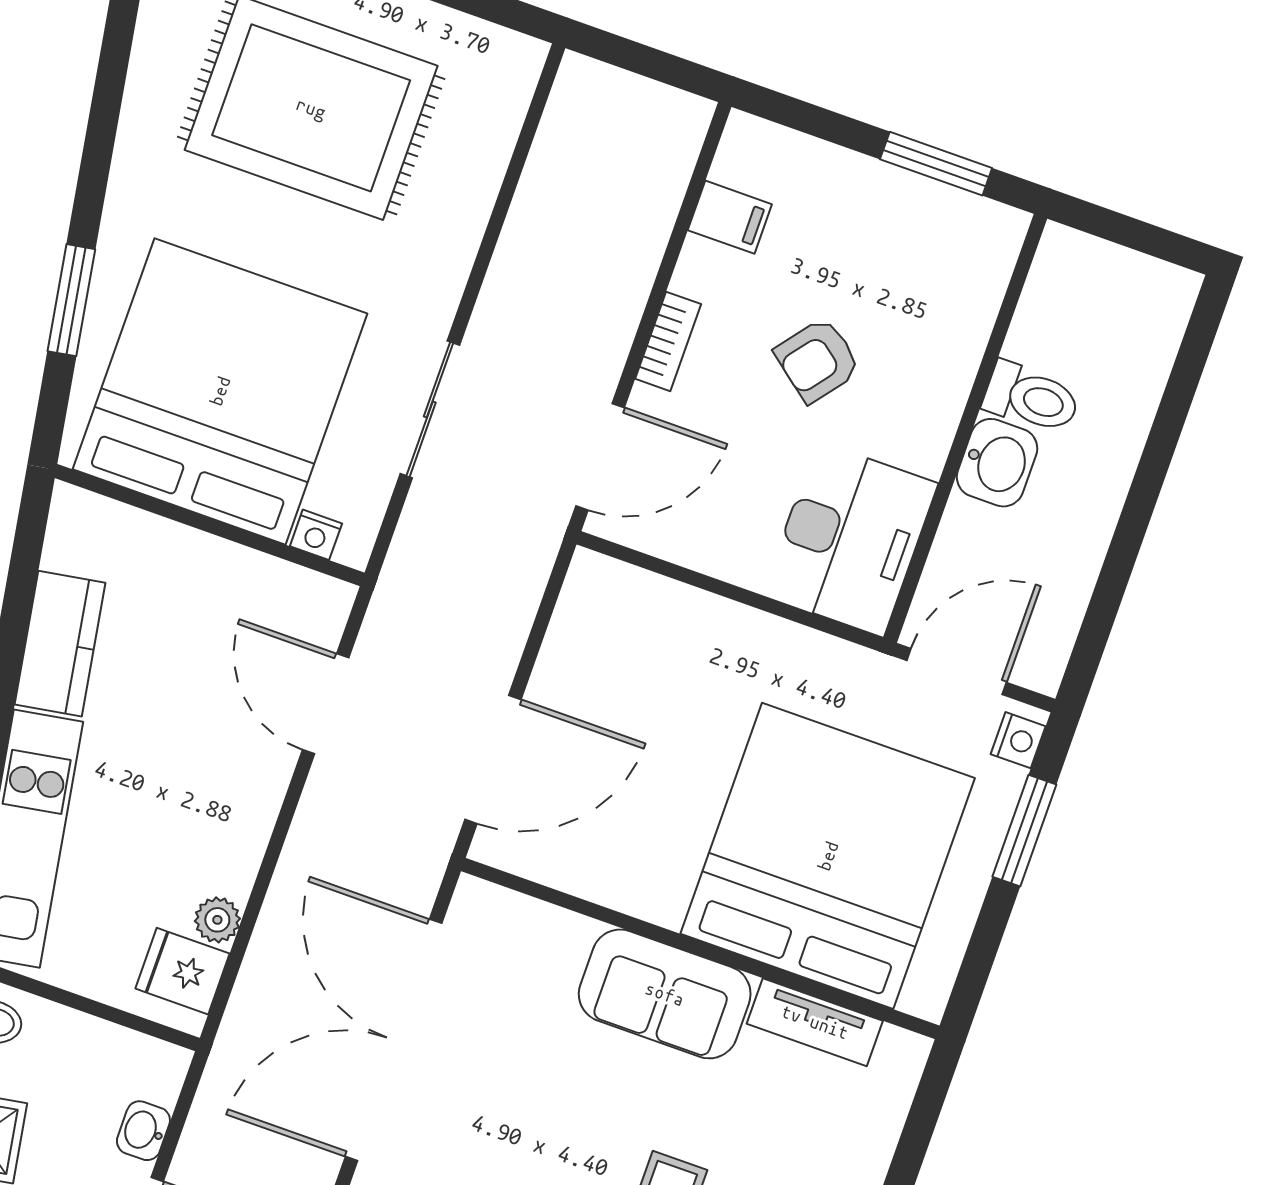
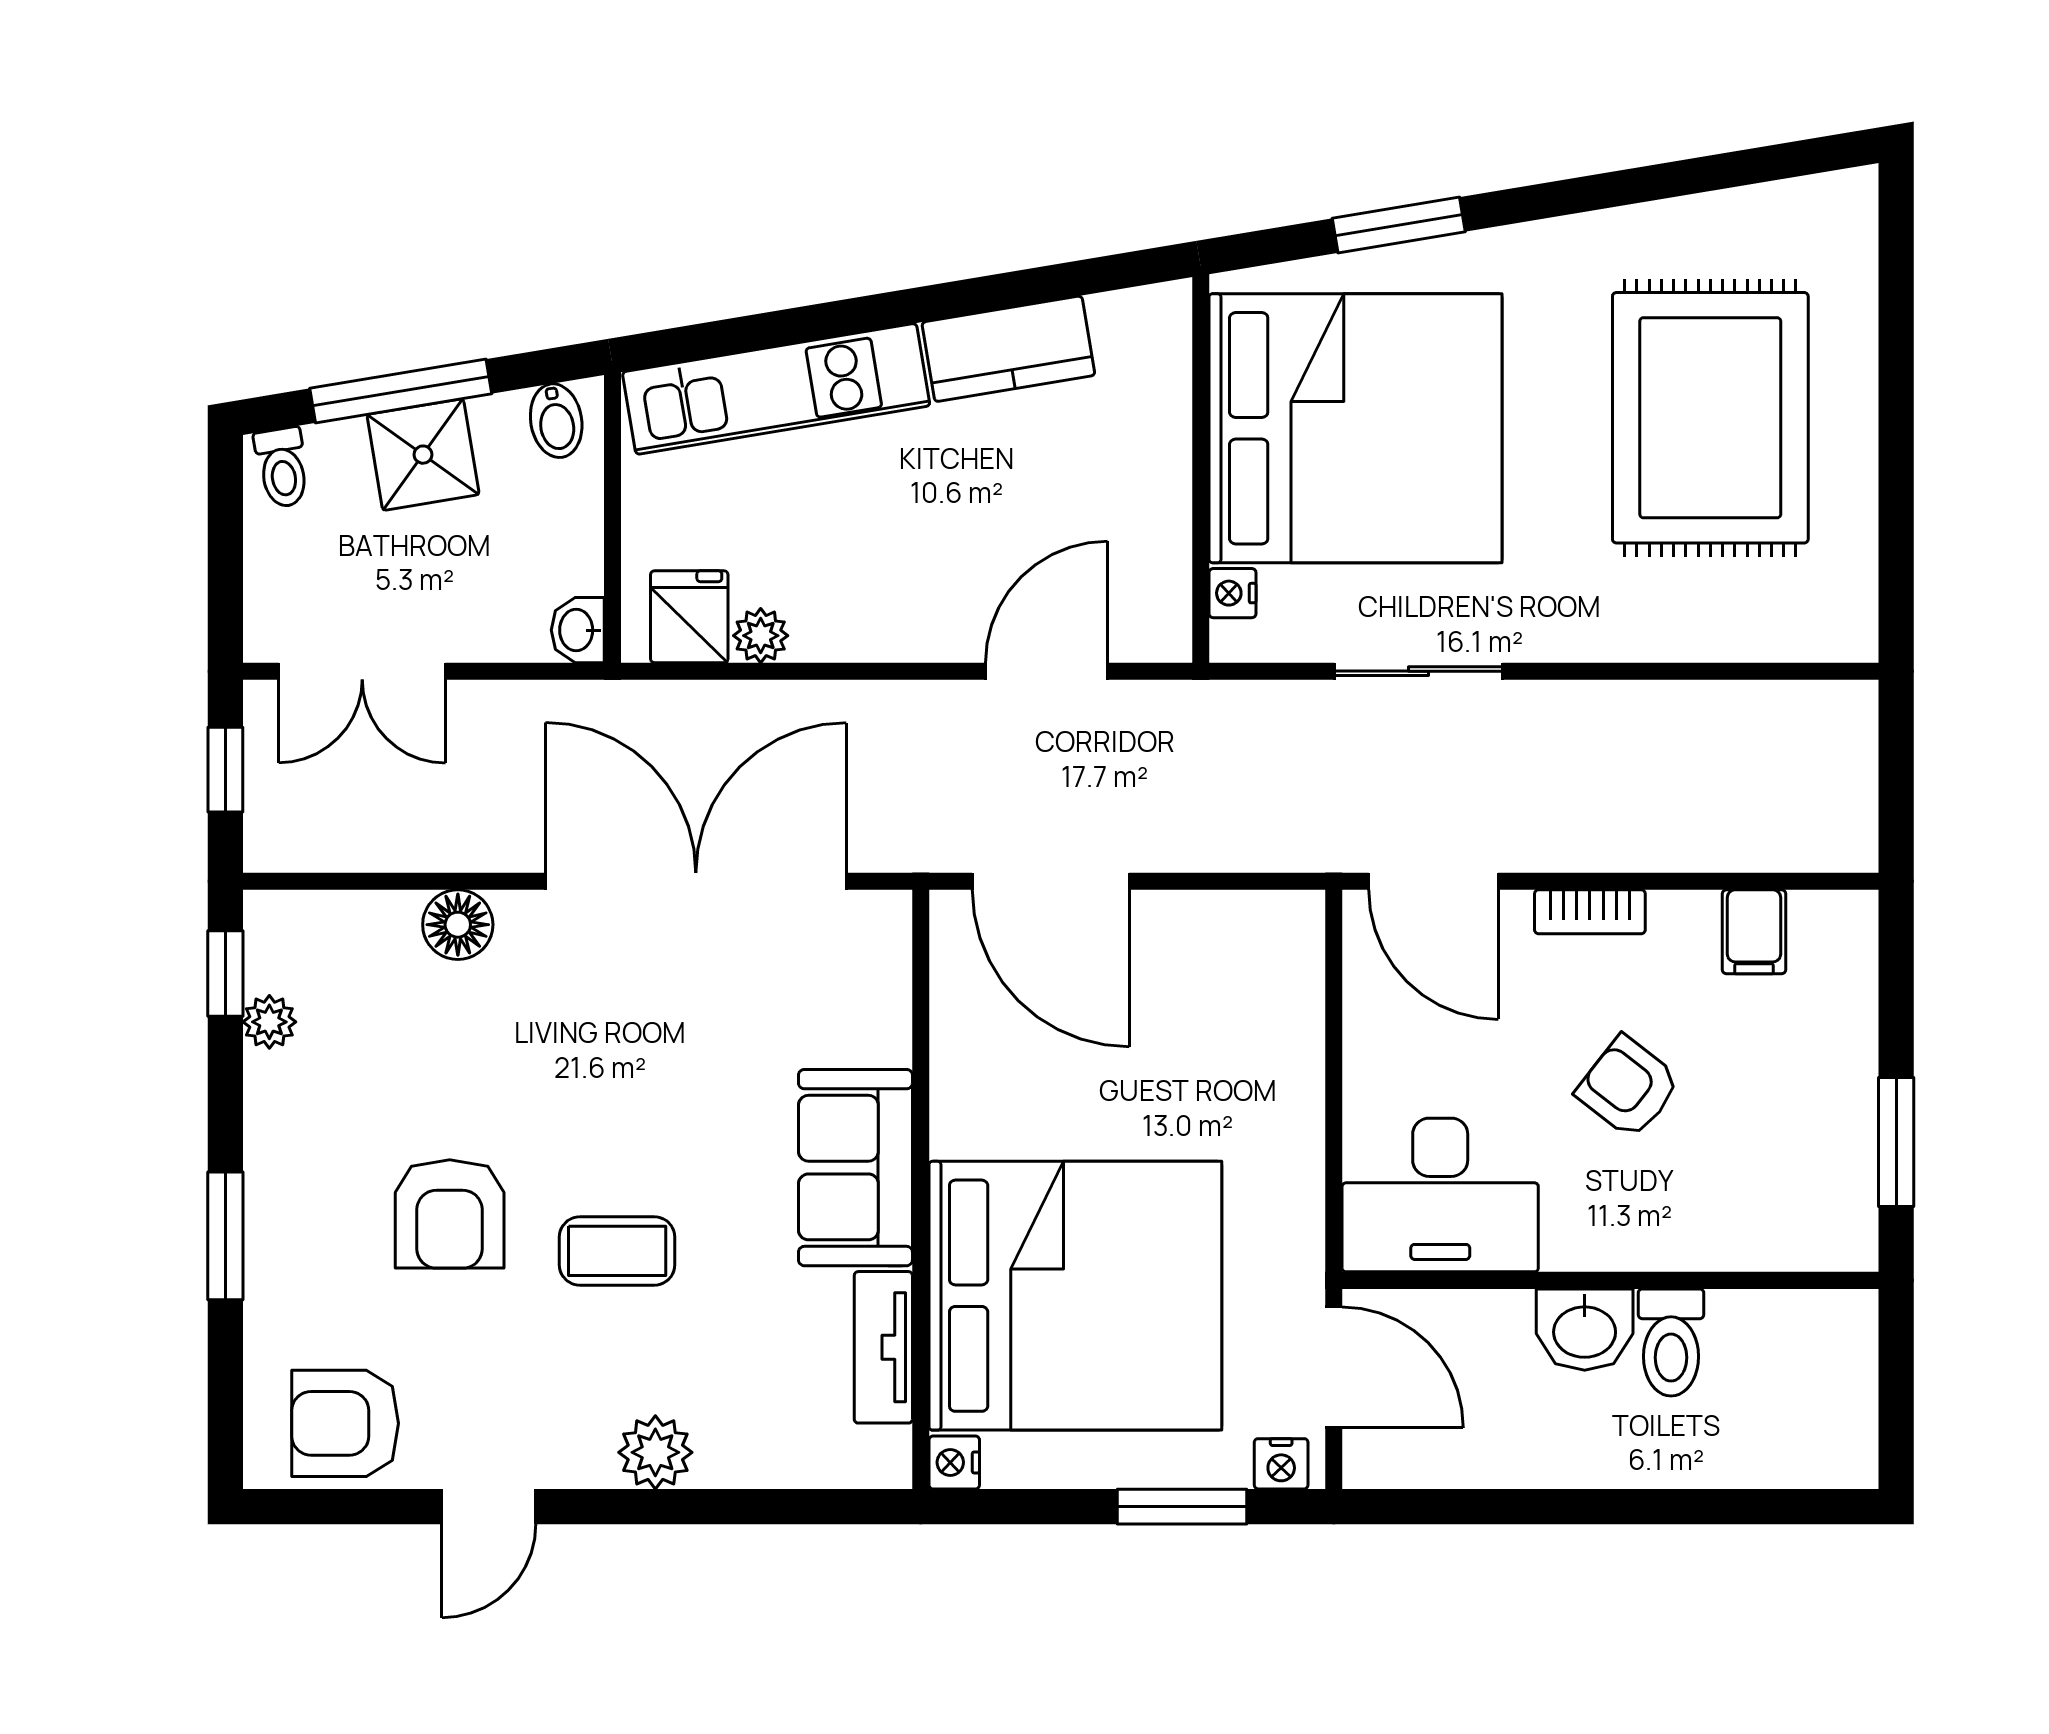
nightstand: (926, 998) -> (954, 1462), added
washbasin: (143, 1131) -> (578, 630), moved, turned -90

